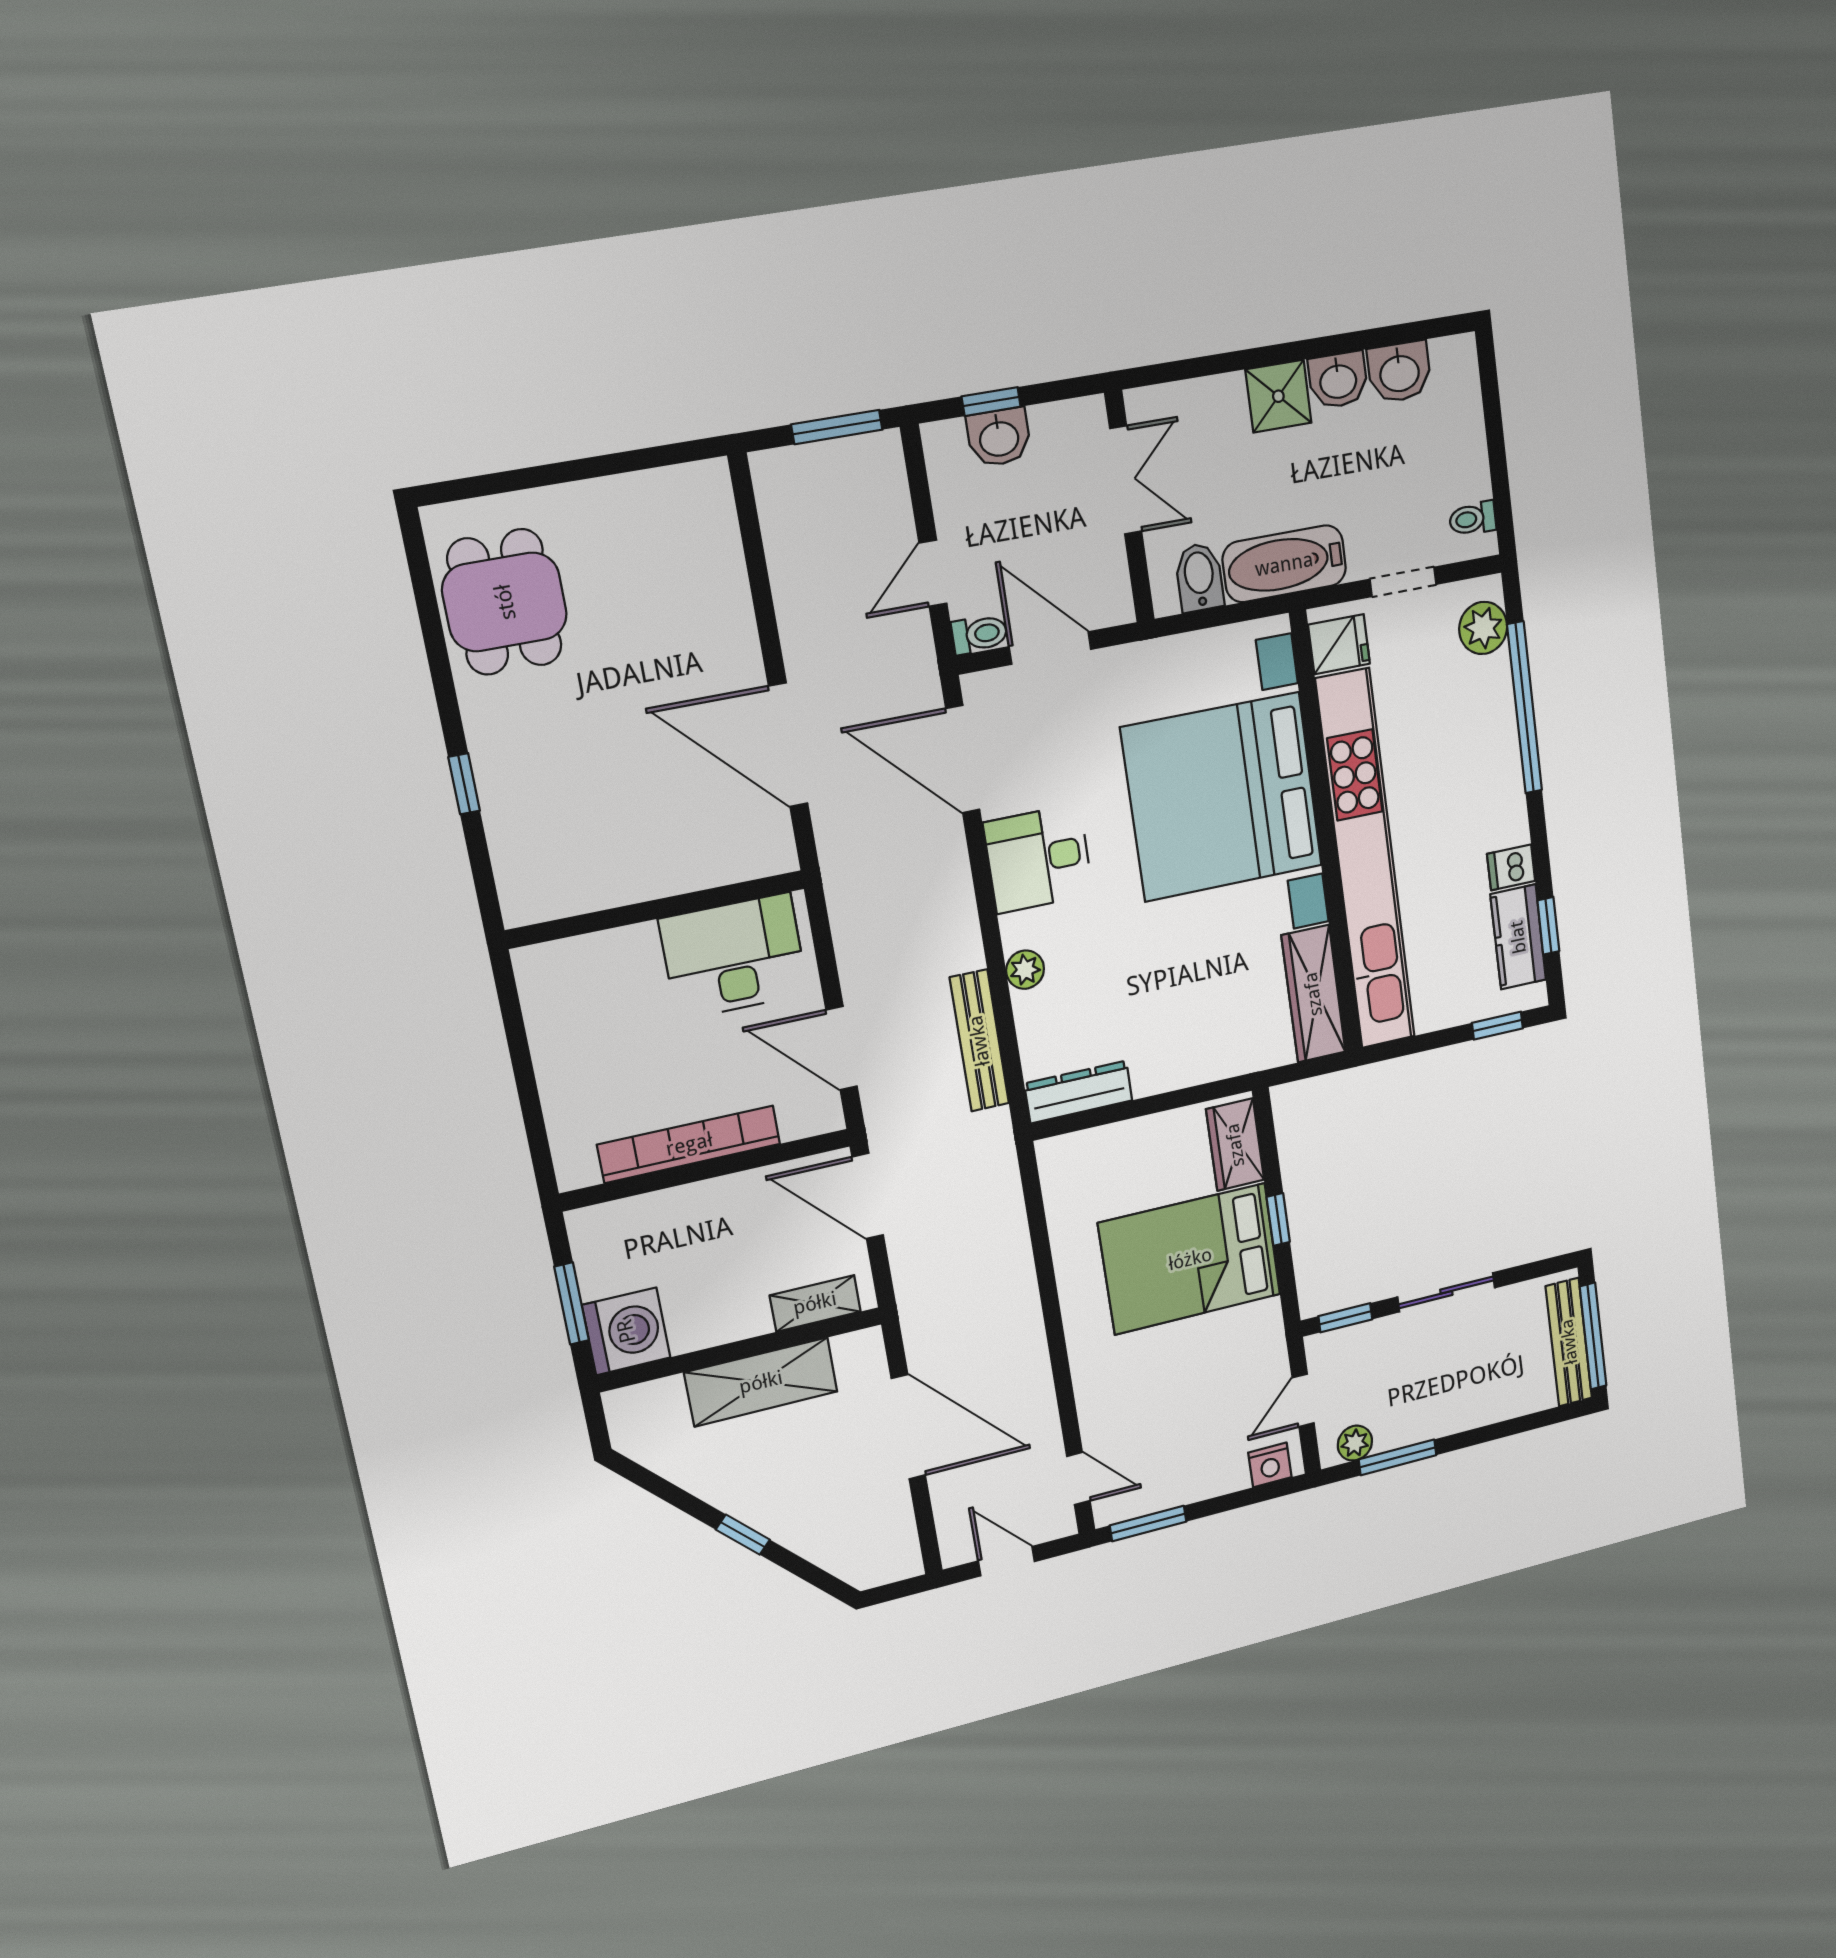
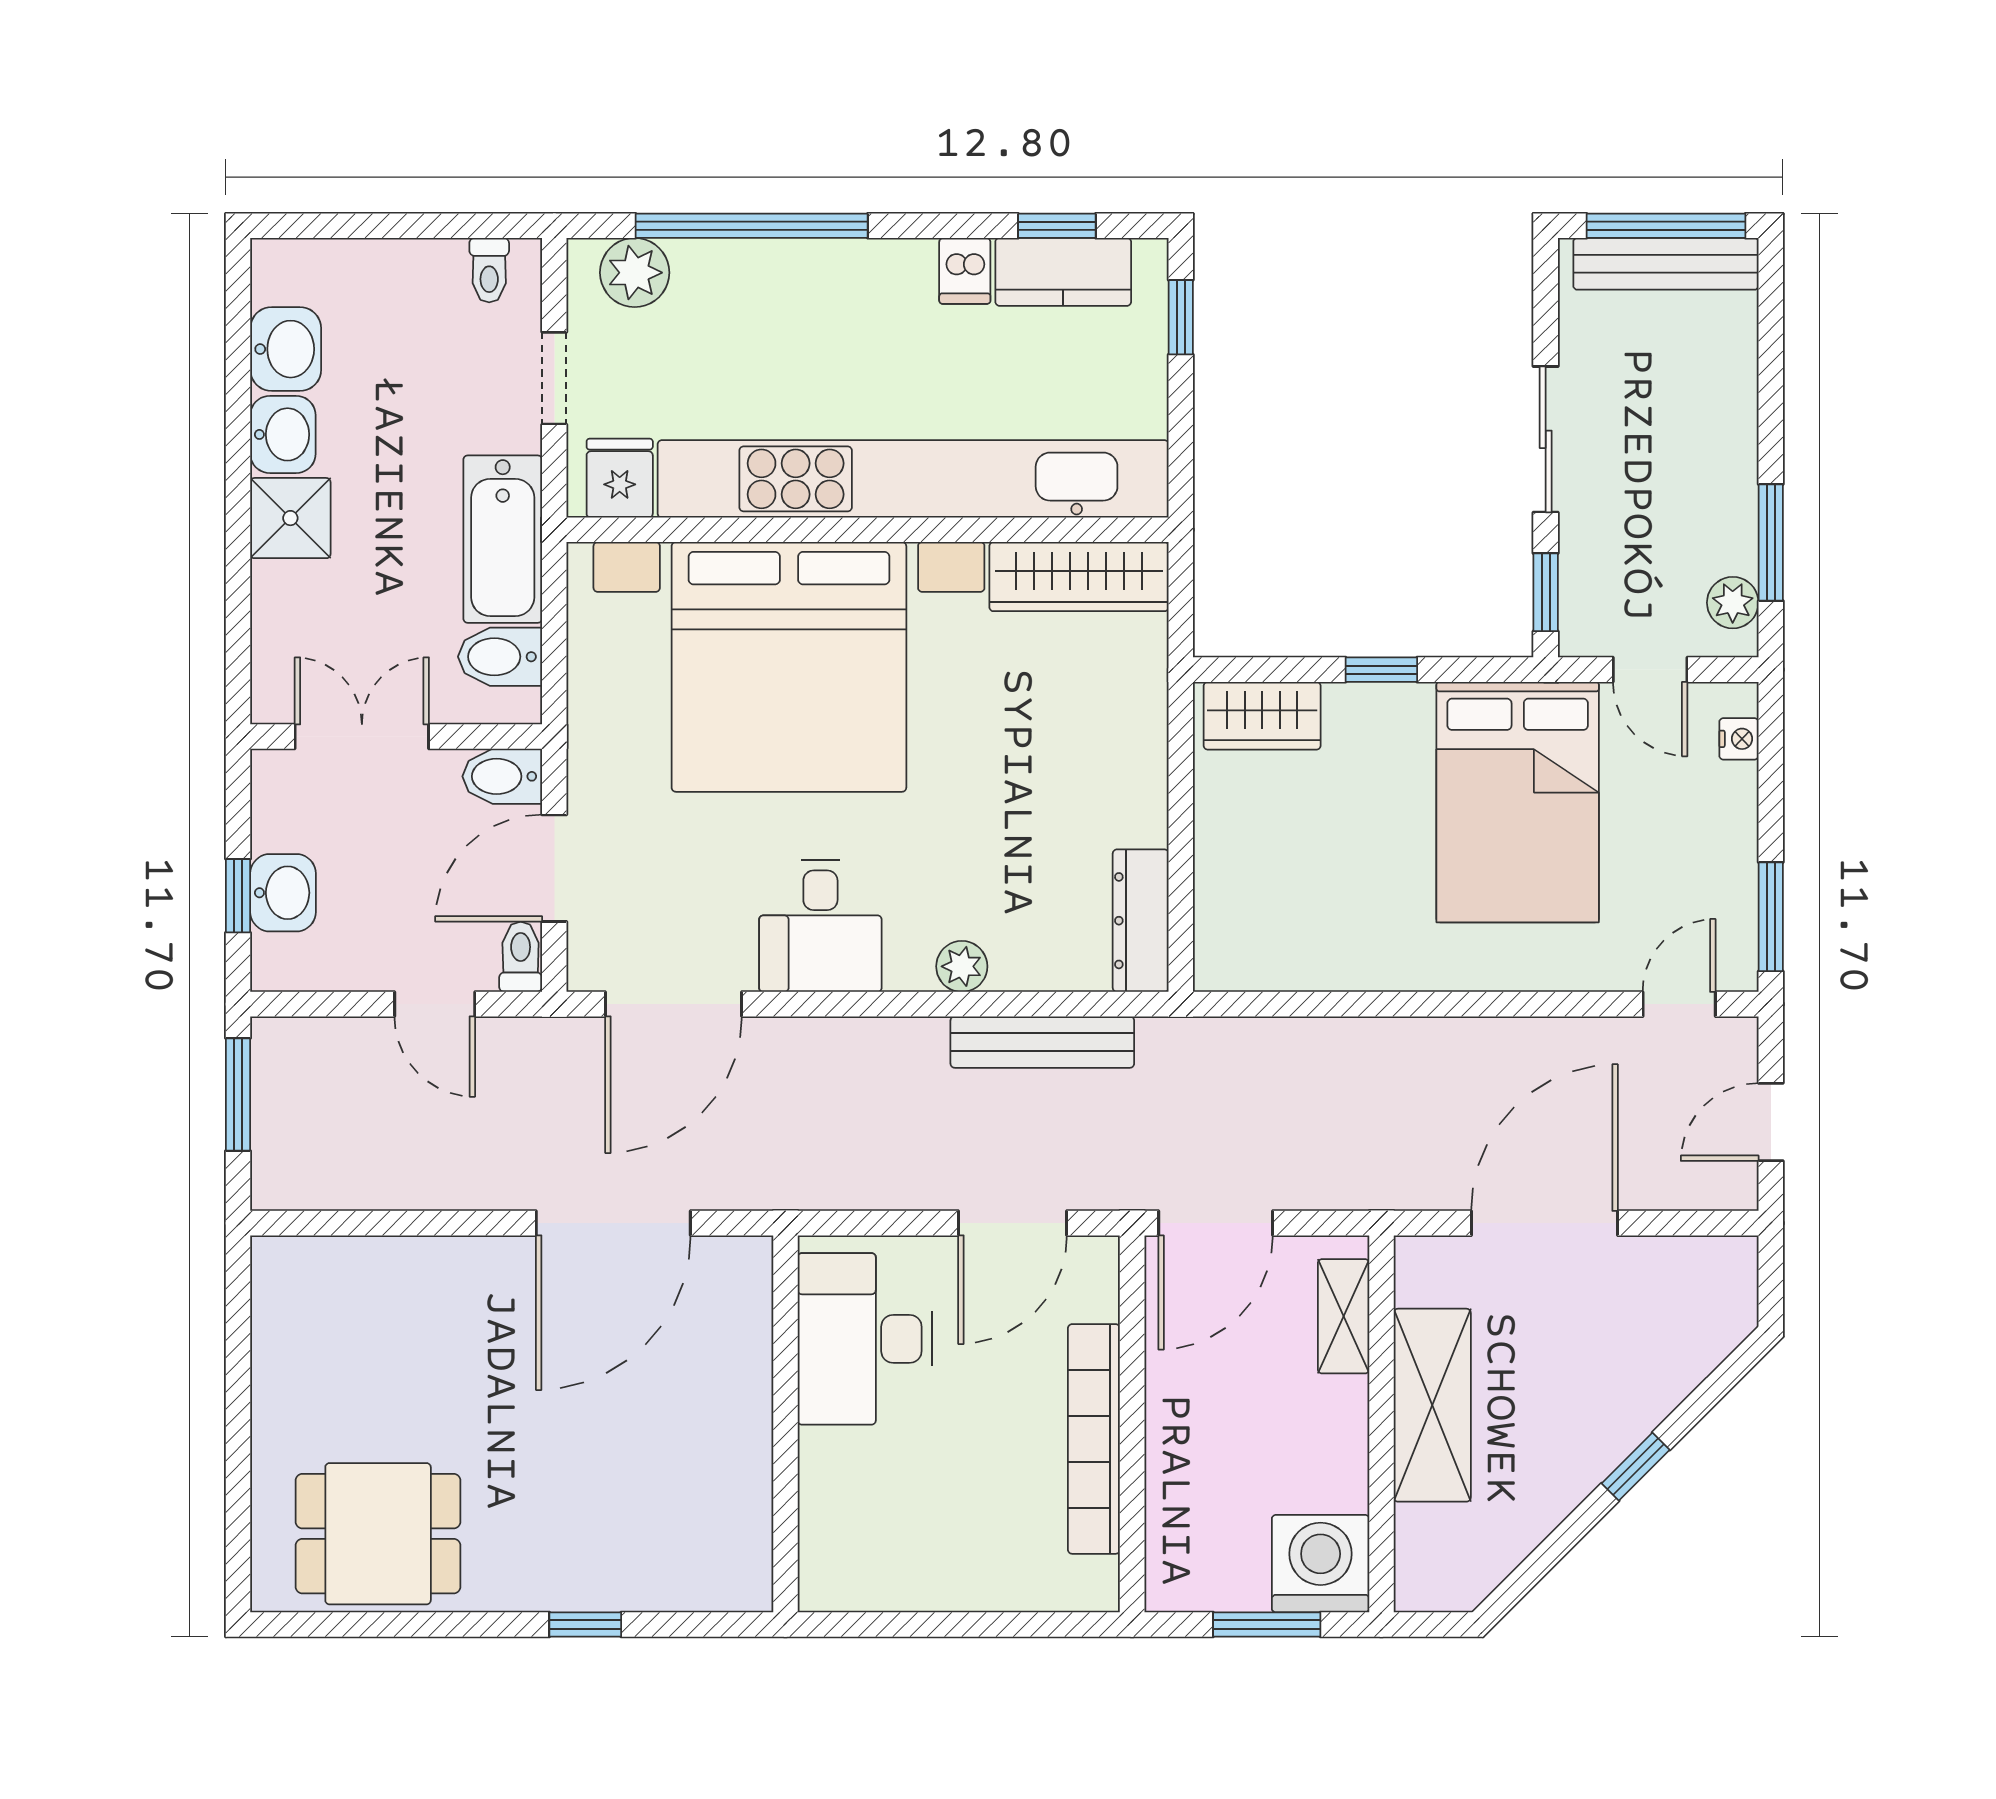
bidet: (1112, 595) -> (502, 776), added
bed: (1190, 1259) -> (1518, 802), moved
nightstand: (1270, 1465) -> (1739, 739), width x0.72, depth x0.74

